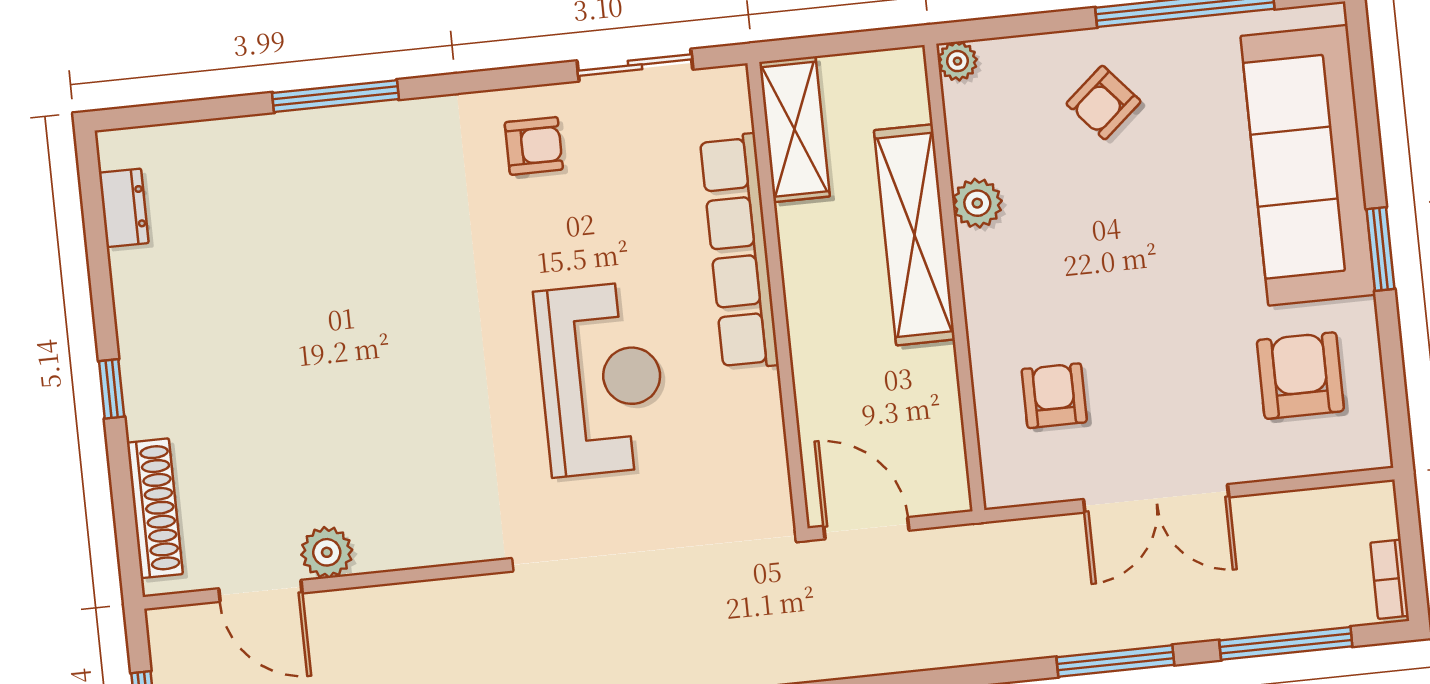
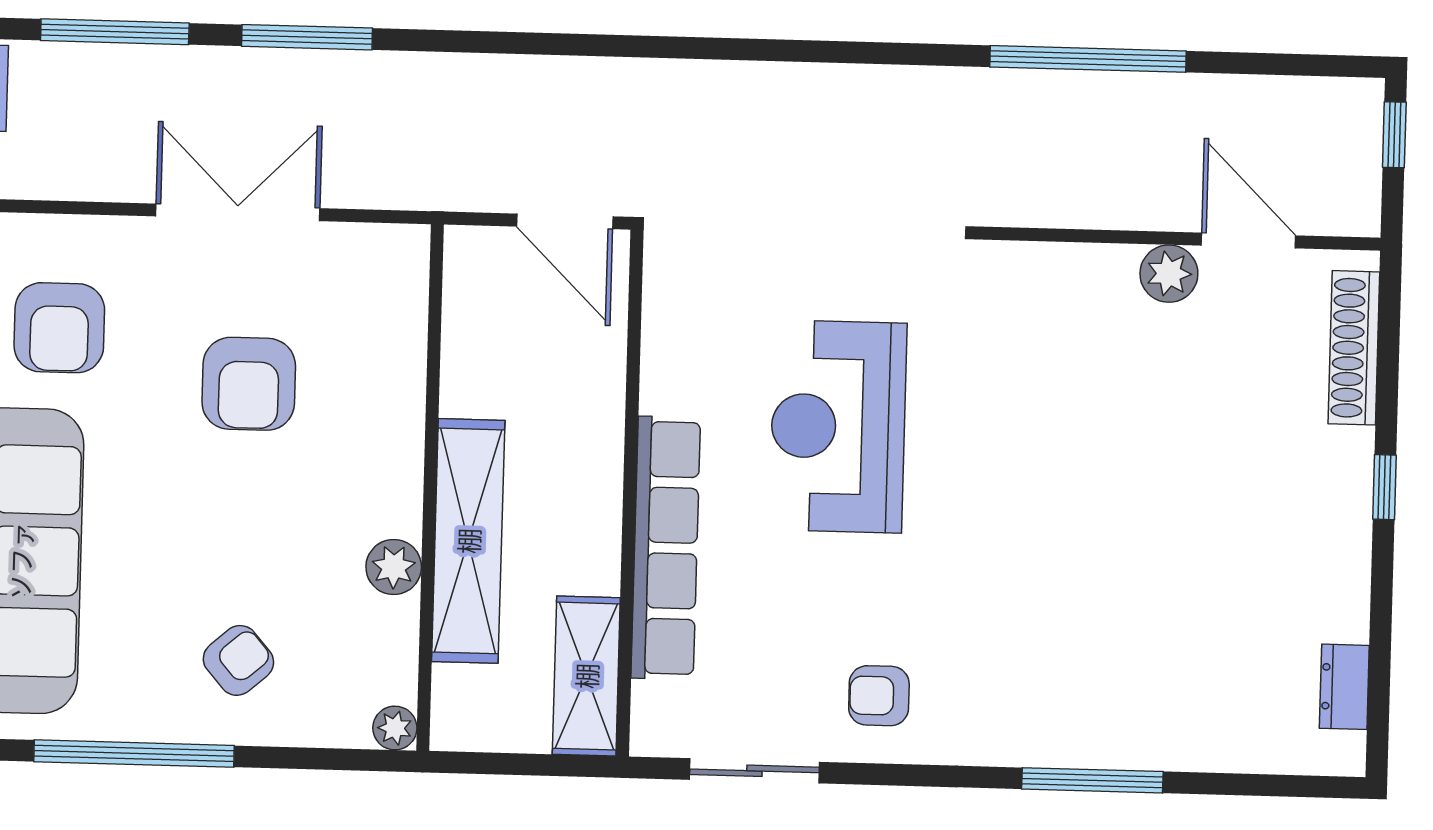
armchair: (1054, 396) -> (249, 384), moved, width x1.38, depth x1.38

